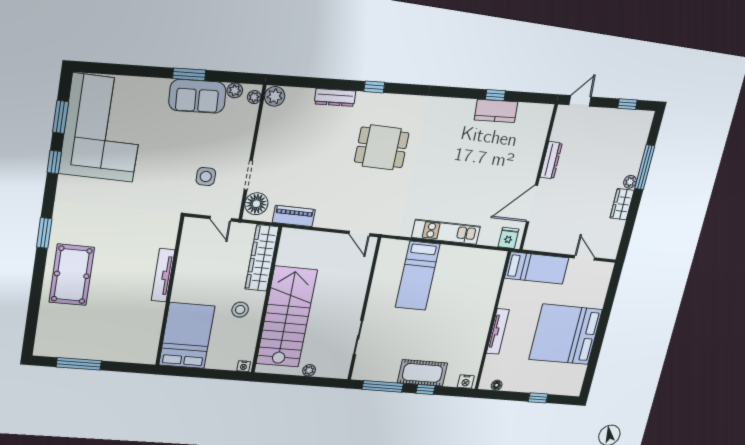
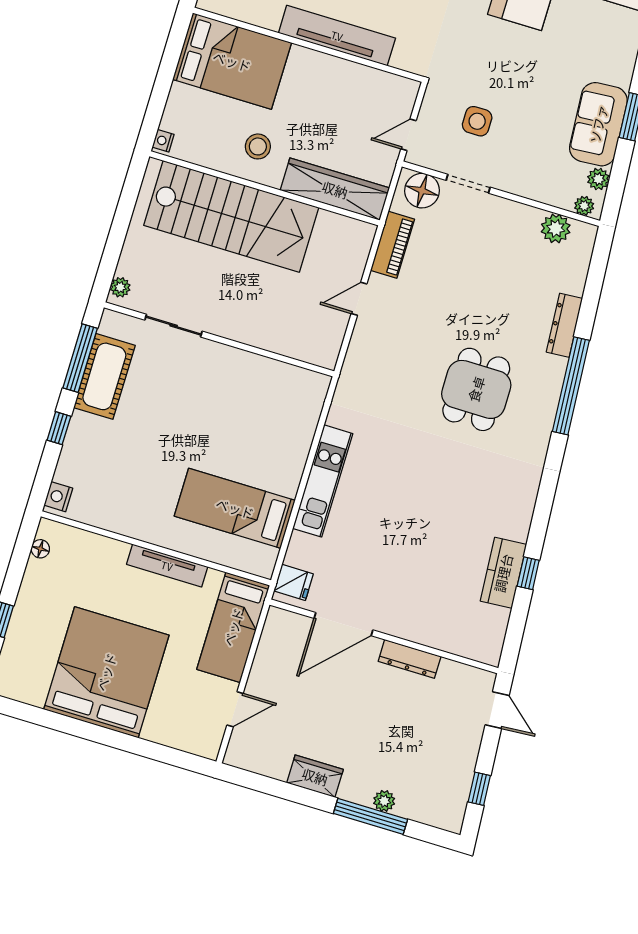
window: (374, 87) -> (571, 386), width x3.17
plant: (275, 96) -> (556, 228), moved
plant: (630, 182) -> (384, 801), moved
door: (532, 204) -> (344, 624), swing flipped
door: (359, 234) -> (359, 299), moved
tv unit: (163, 275) -> (337, 36), width x1.36, depth x1.29
bed: (418, 276) -> (235, 508), moved
tv unit: (498, 331) -> (167, 566), moved
plant: (309, 370) -> (120, 287), moved
cot: (422, 373) -> (104, 376), moved

